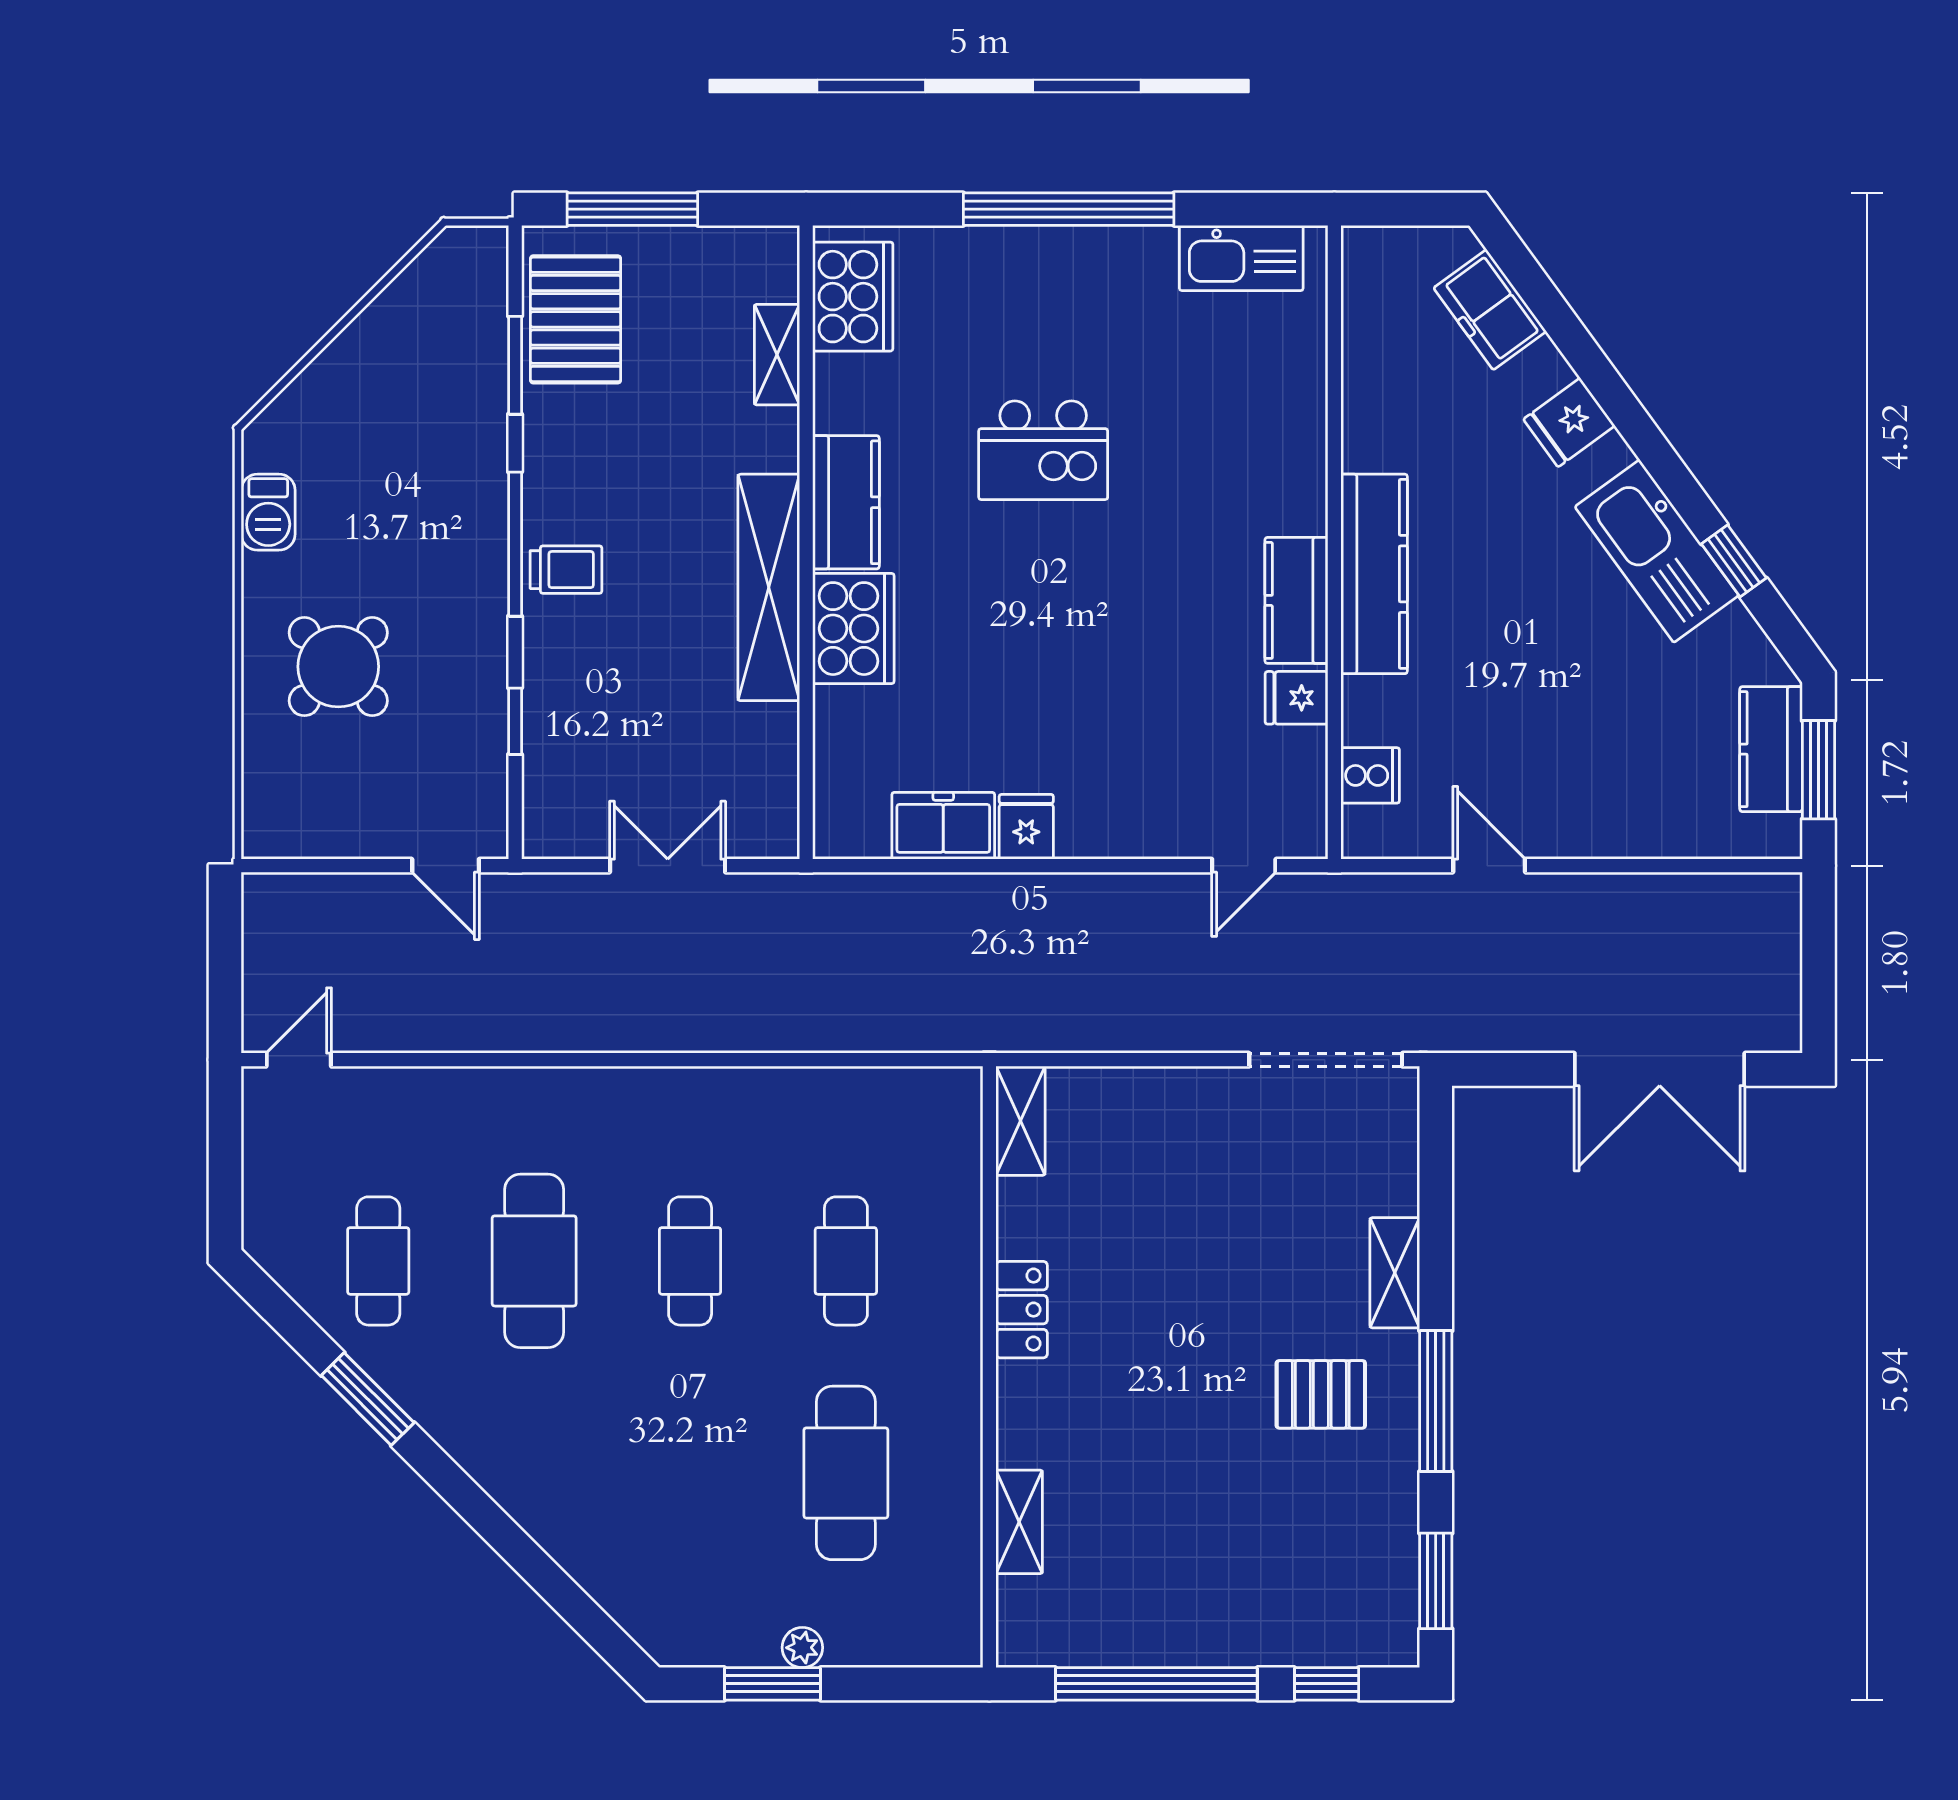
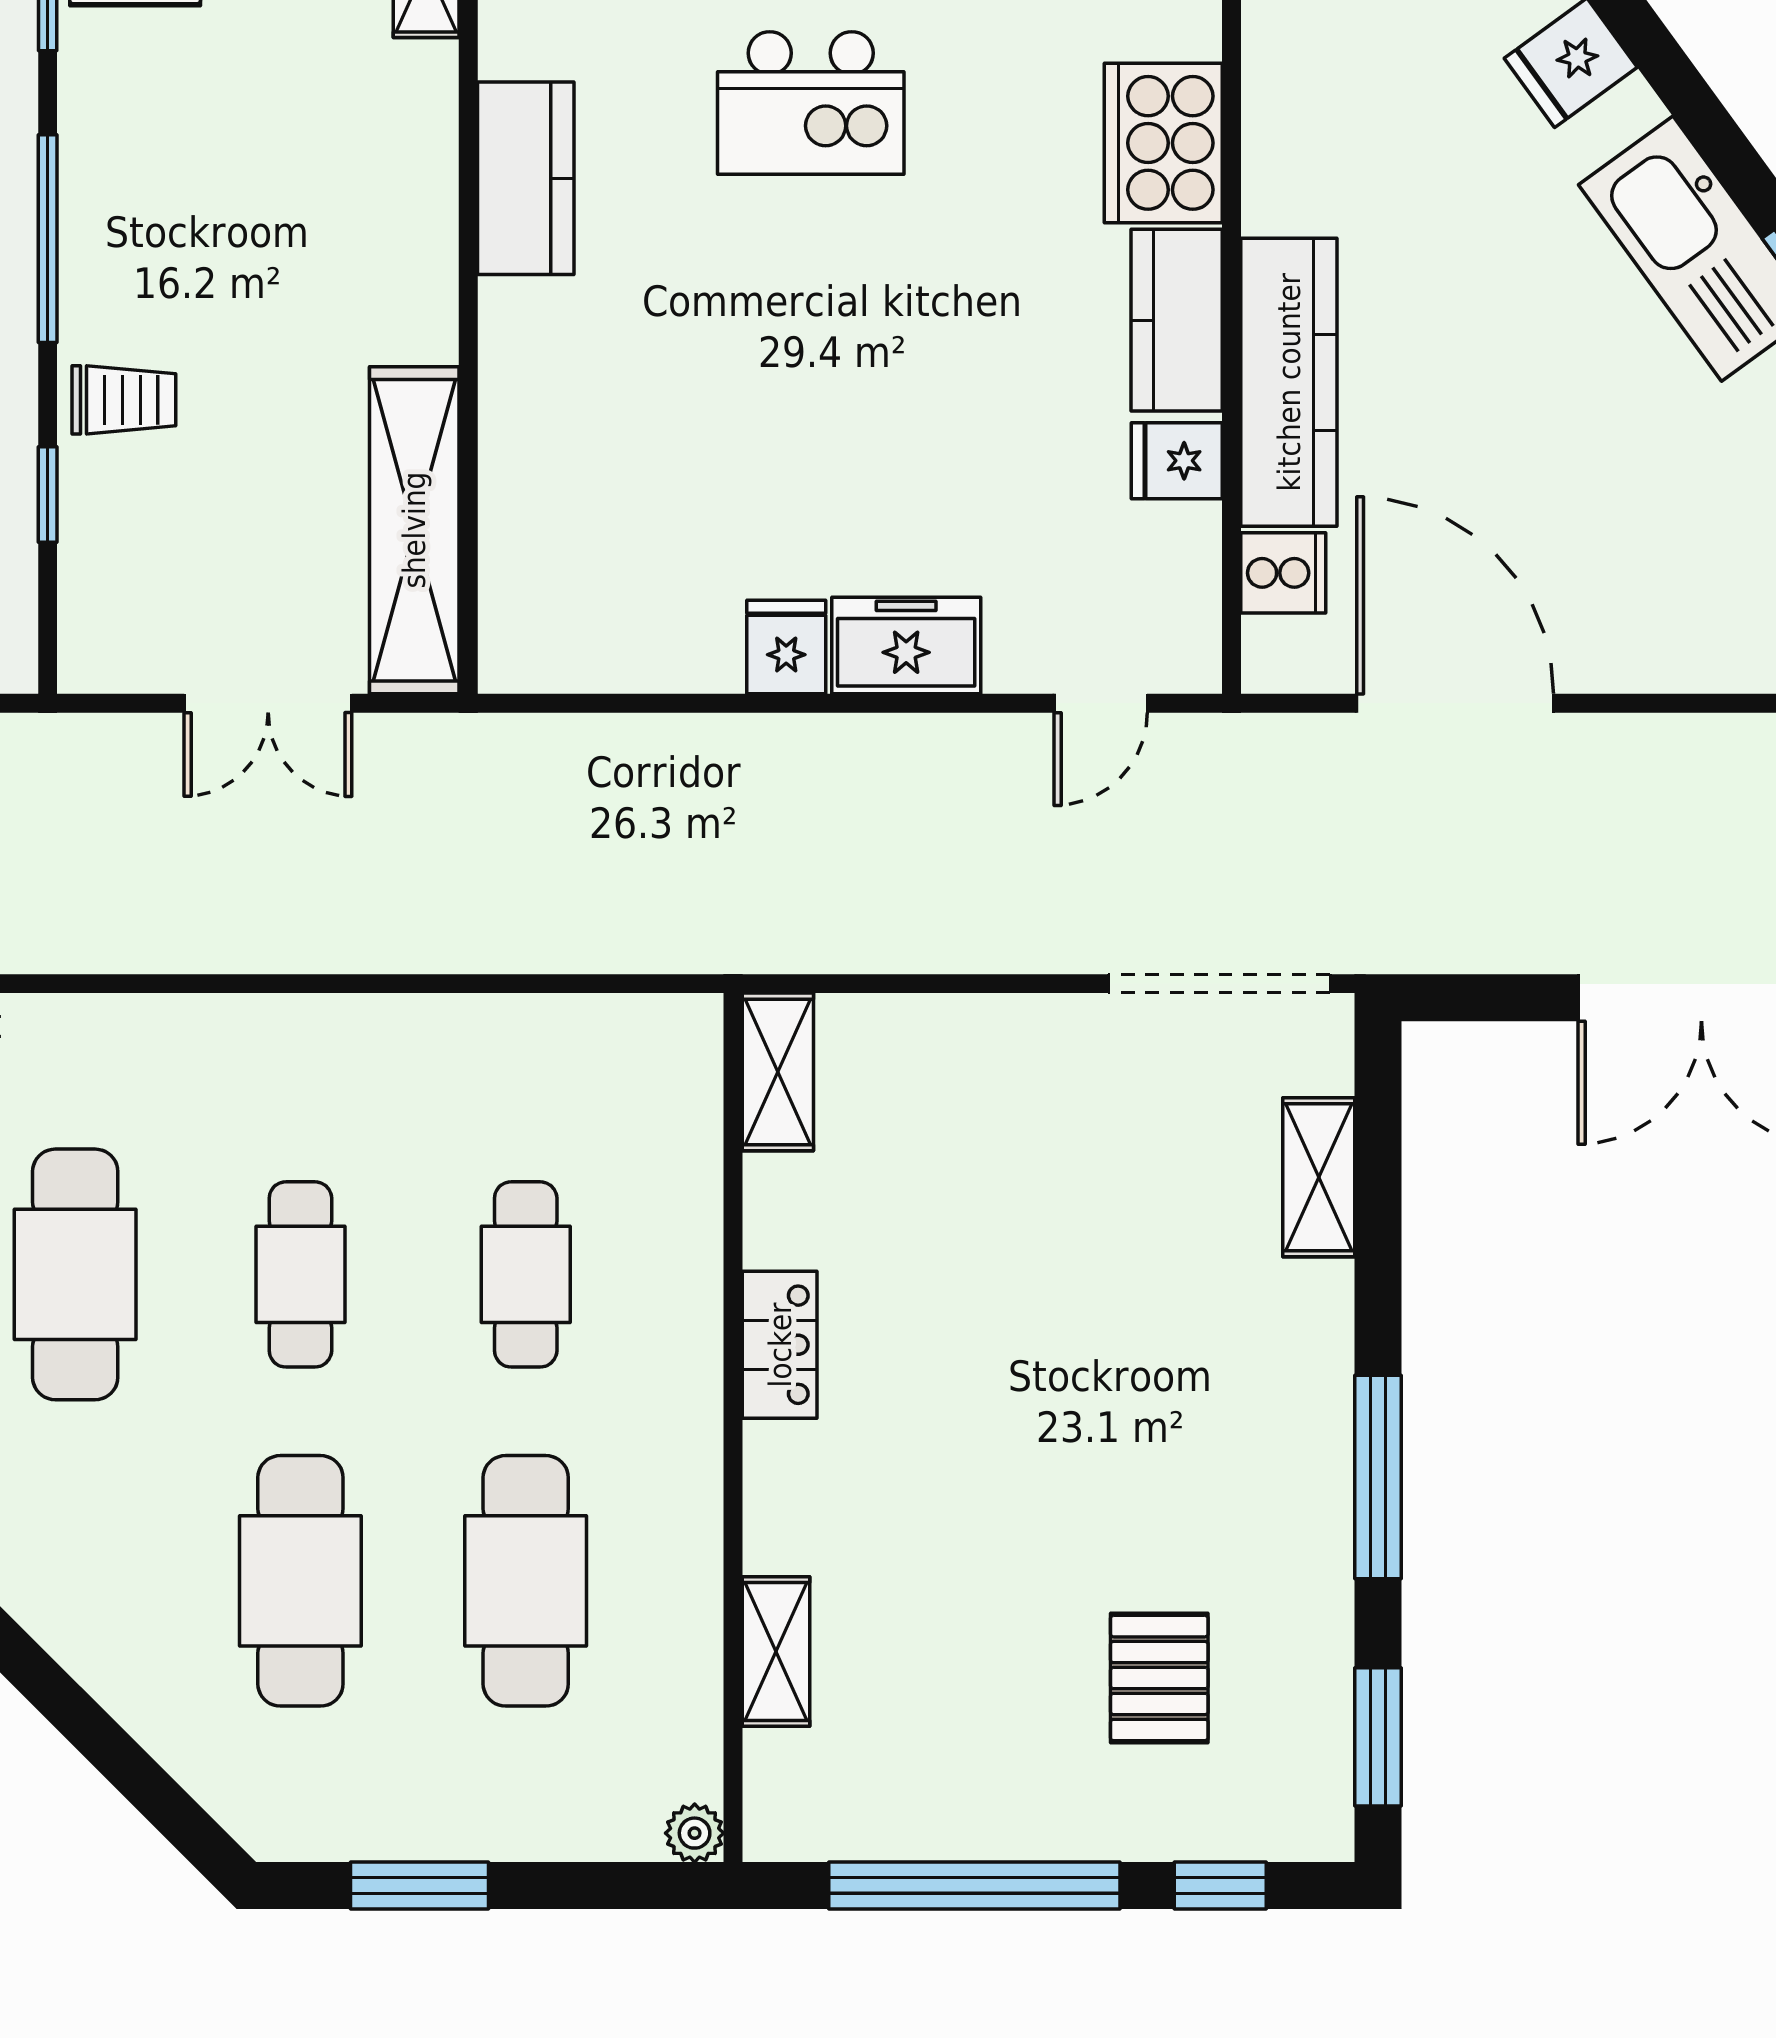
trolley: (566, 570) -> (124, 400), moved
kitchen counter: (1374, 574) -> (1289, 382), moved
shelving: (769, 587) -> (414, 530), moved
cooker: (853, 629) -> (1163, 143), moved, turned 180
freezer: (943, 826) -> (906, 646), moved
double door: (668, 866) -> (268, 703), swing flipped
door: (1489, 866) -> (1455, 703), width x1.88
shelving: (1395, 1273) -> (1319, 1177), moved
pallet: (1321, 1394) -> (1159, 1678), moved, turned 90
cafe table: (690, 1473) -> (300, 1581), added
plant: (802, 1648) -> (695, 1833), moved

